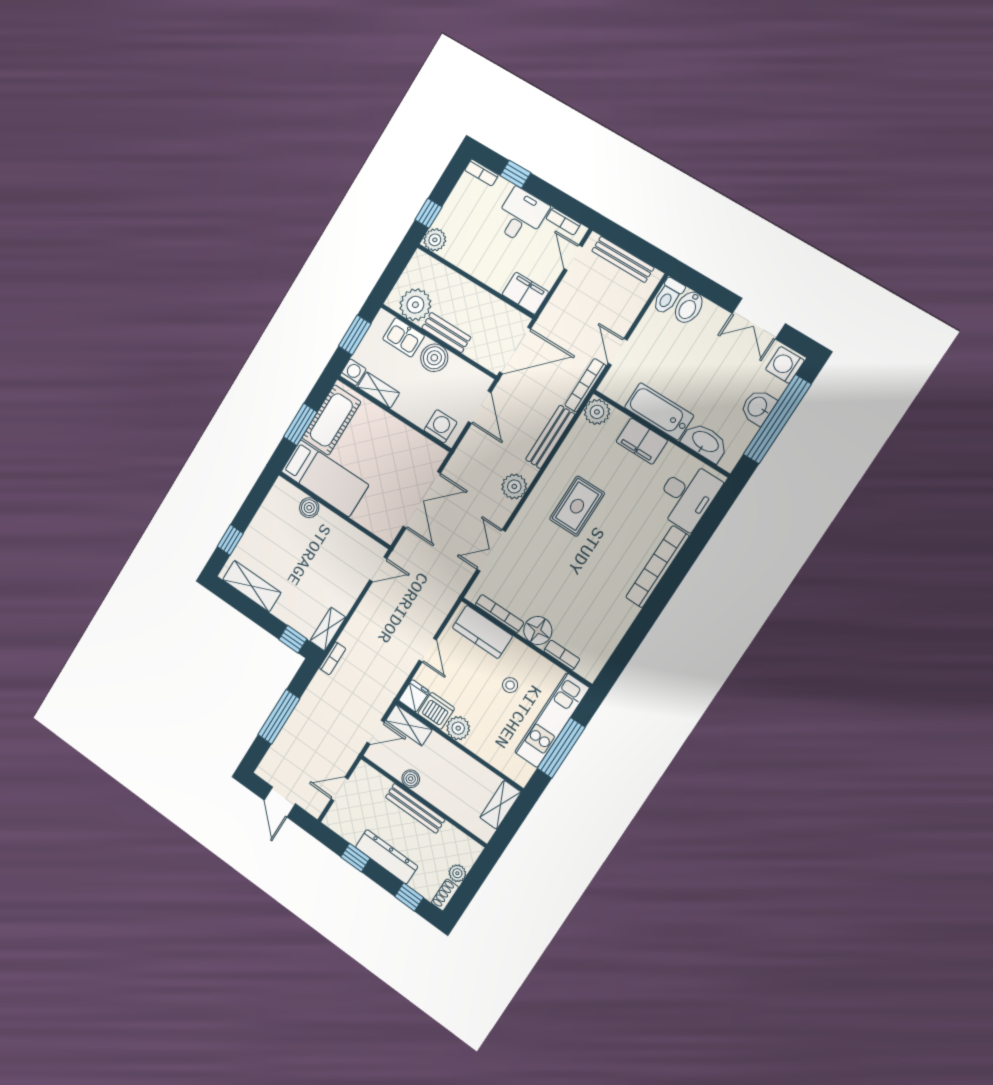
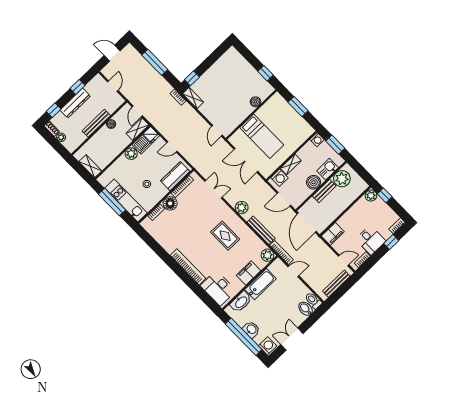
shelving: (378, 390) -> (291, 164), moved
cot: (331, 420) -> (296, 123), removed
bed: (325, 478) -> (262, 136), moved, turned -90
window: (230, 540) -> (266, 73), moved
shelving: (252, 586) -> (223, 63), removed

